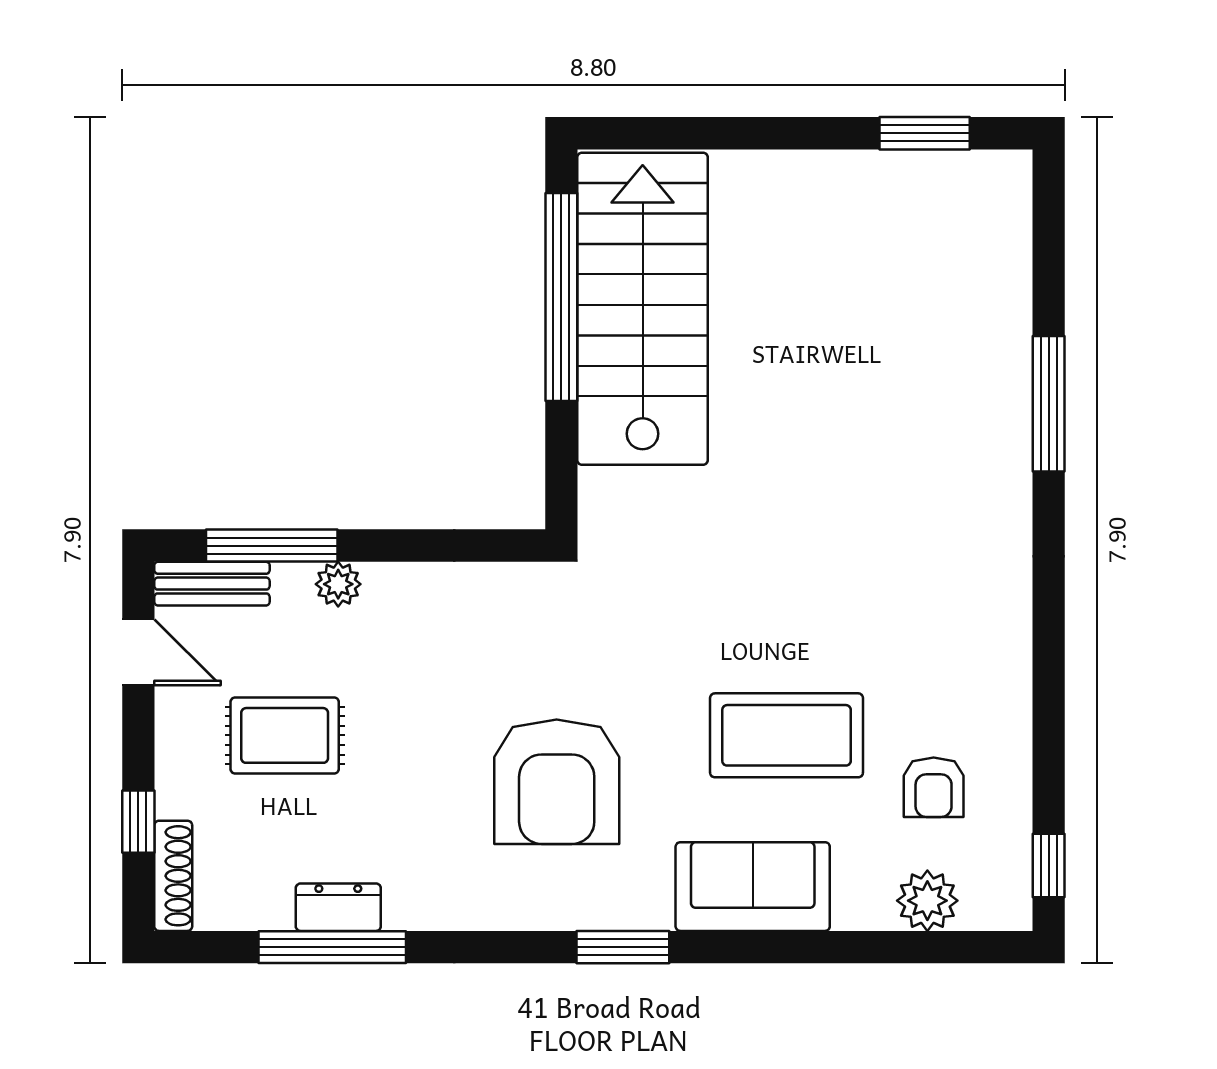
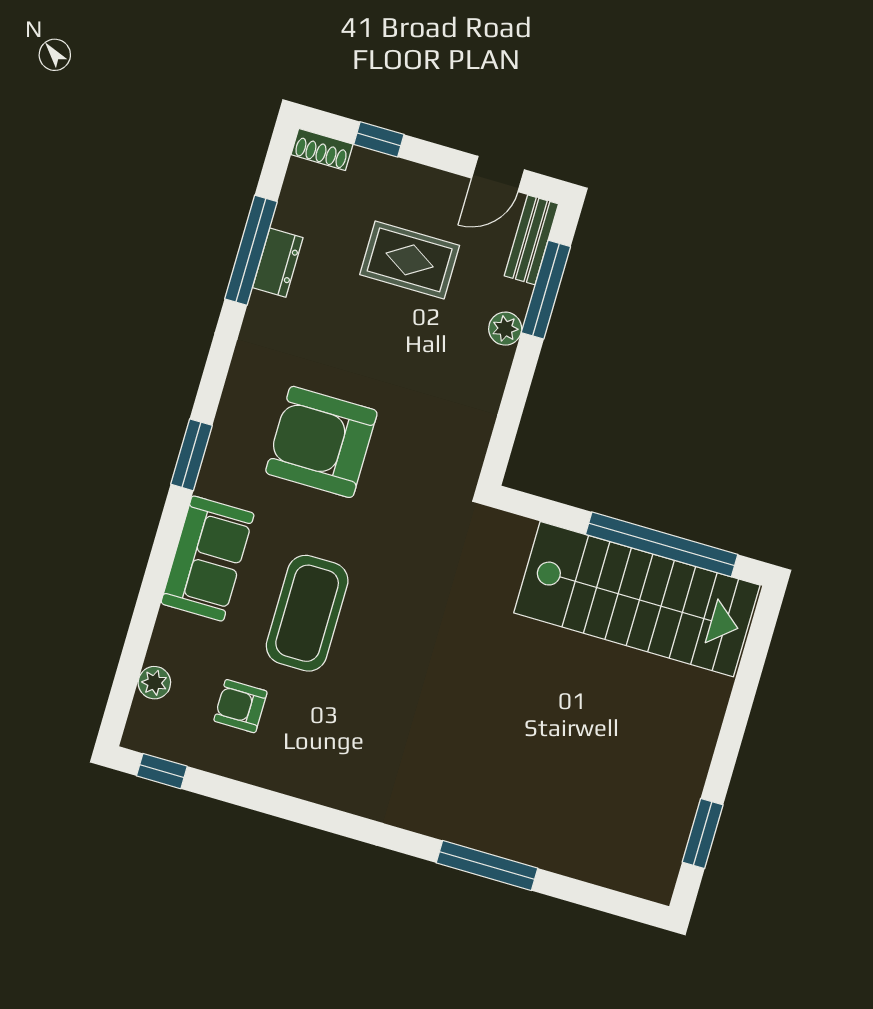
rug: (285, 735) -> (410, 260), turned 90
shoe rack: (173, 876) -> (322, 149), width x0.70
plant: (927, 901) -> (154, 683), width x0.73, depth x0.73

